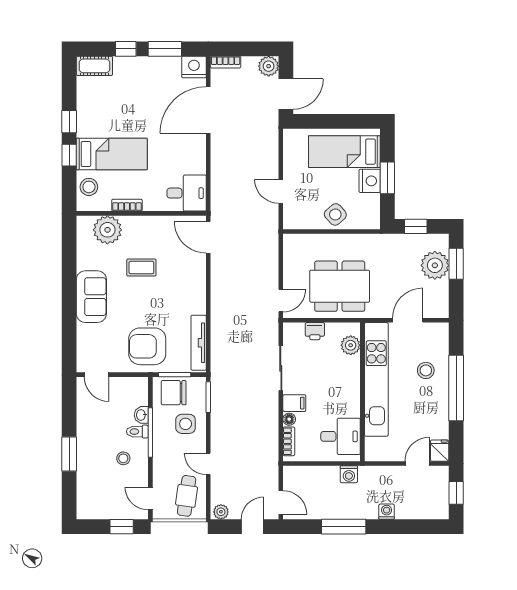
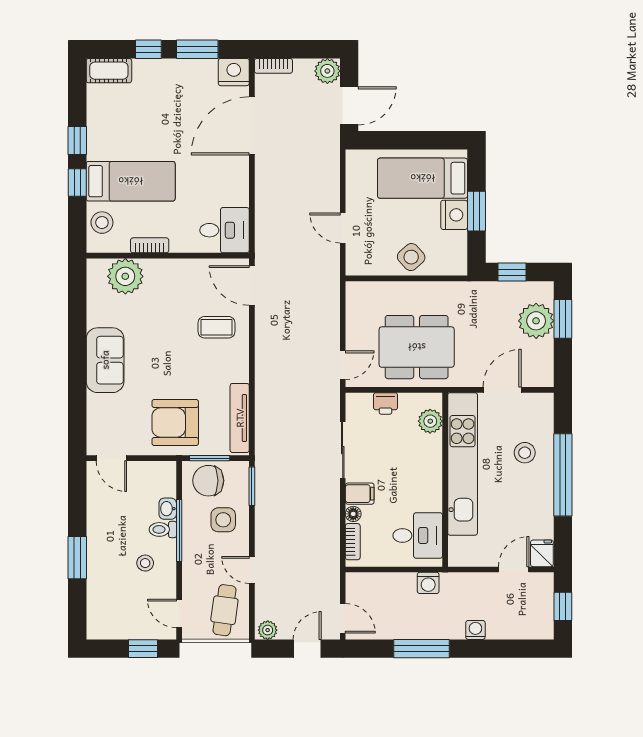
coffee table: (141, 267) -> (217, 327), moved

